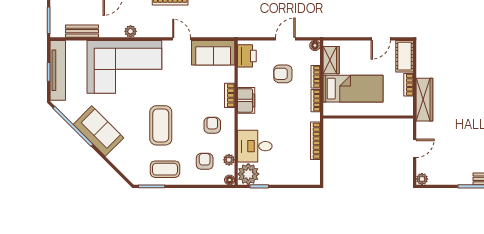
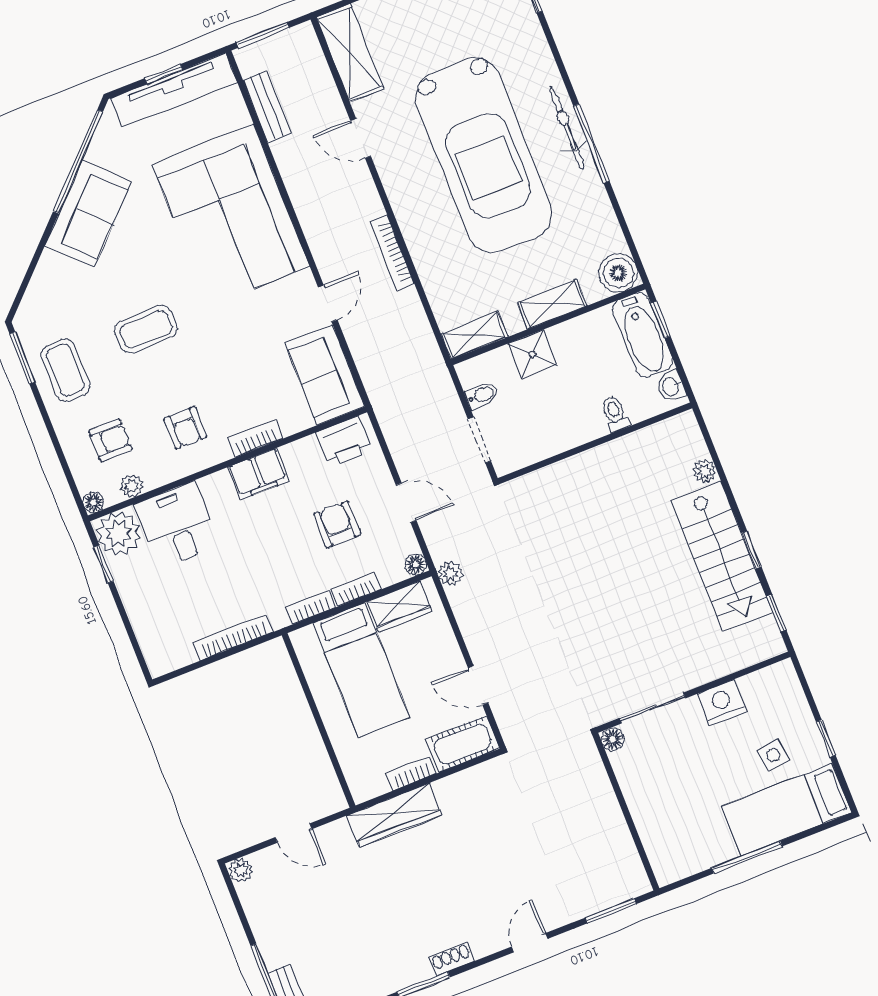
plant: (131, 31) -> (451, 574), moved
coffee table: (161, 125) -> (146, 329), width x0.73, depth x0.76
armchair: (212, 125) -> (185, 428), turned 90

